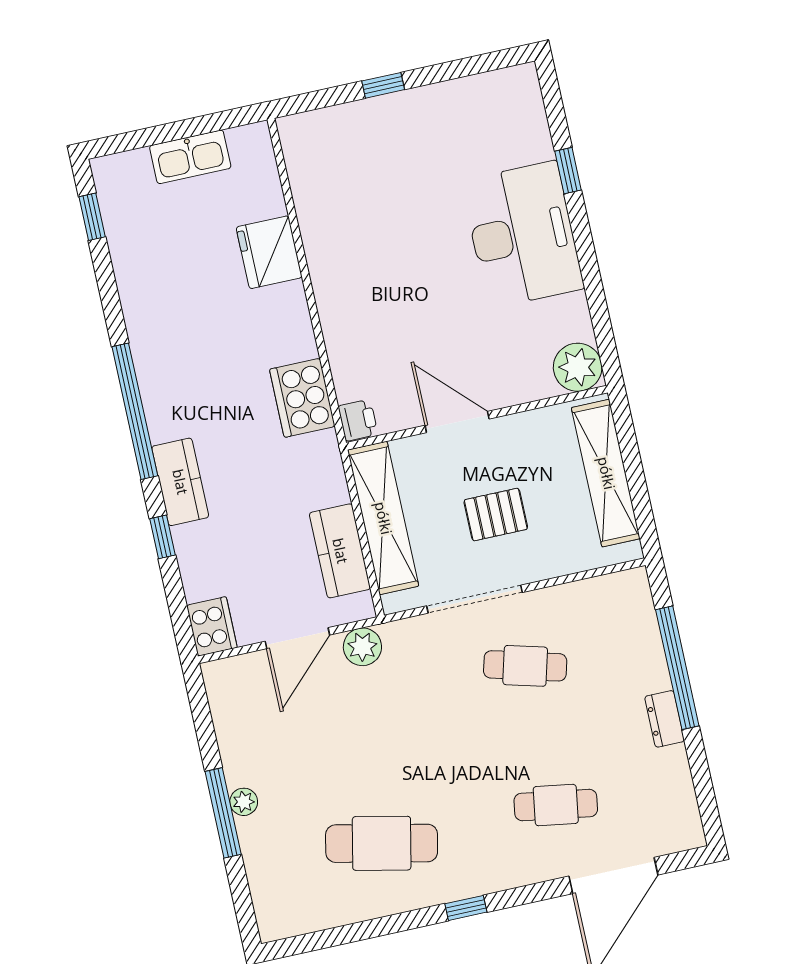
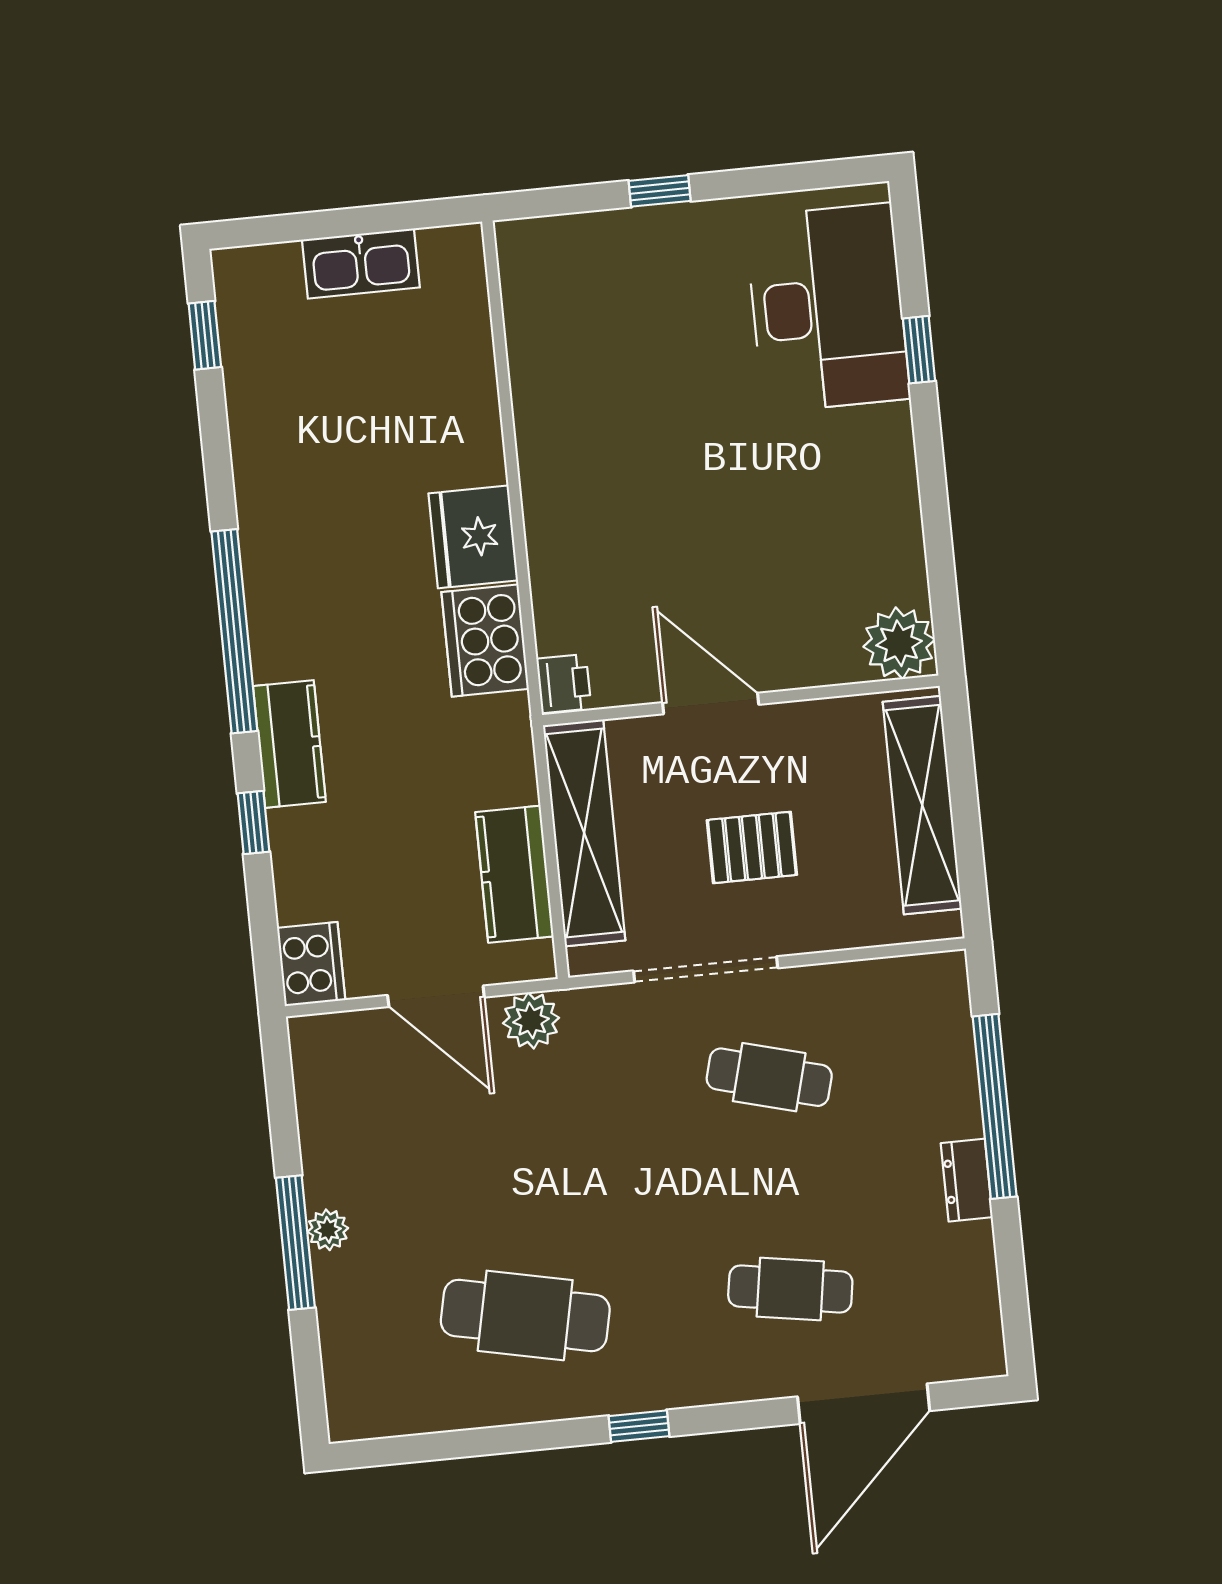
desk: (523, 235) -> (828, 308), moved
fridge: (269, 252) -> (473, 537), moved
door: (297, 638) -> (436, 996), hinge flipped

